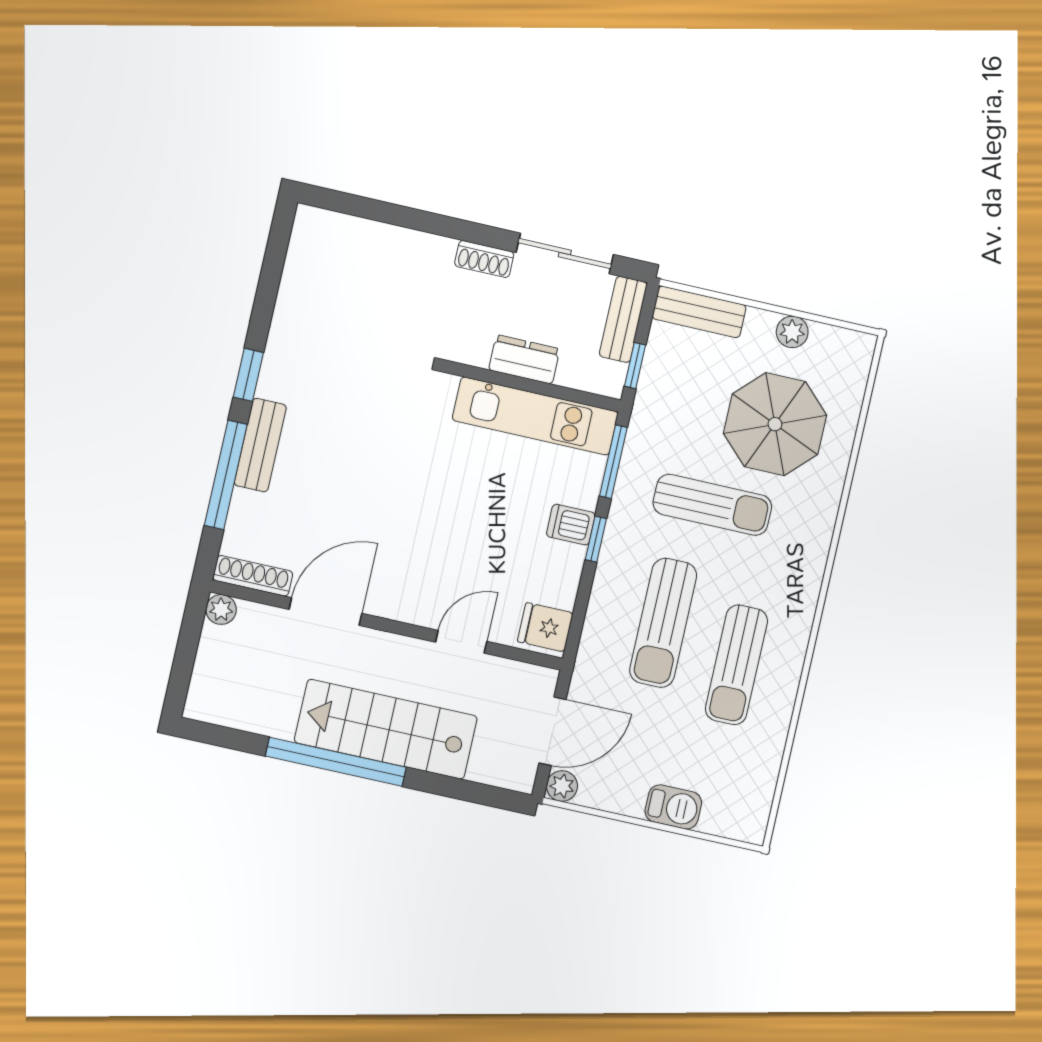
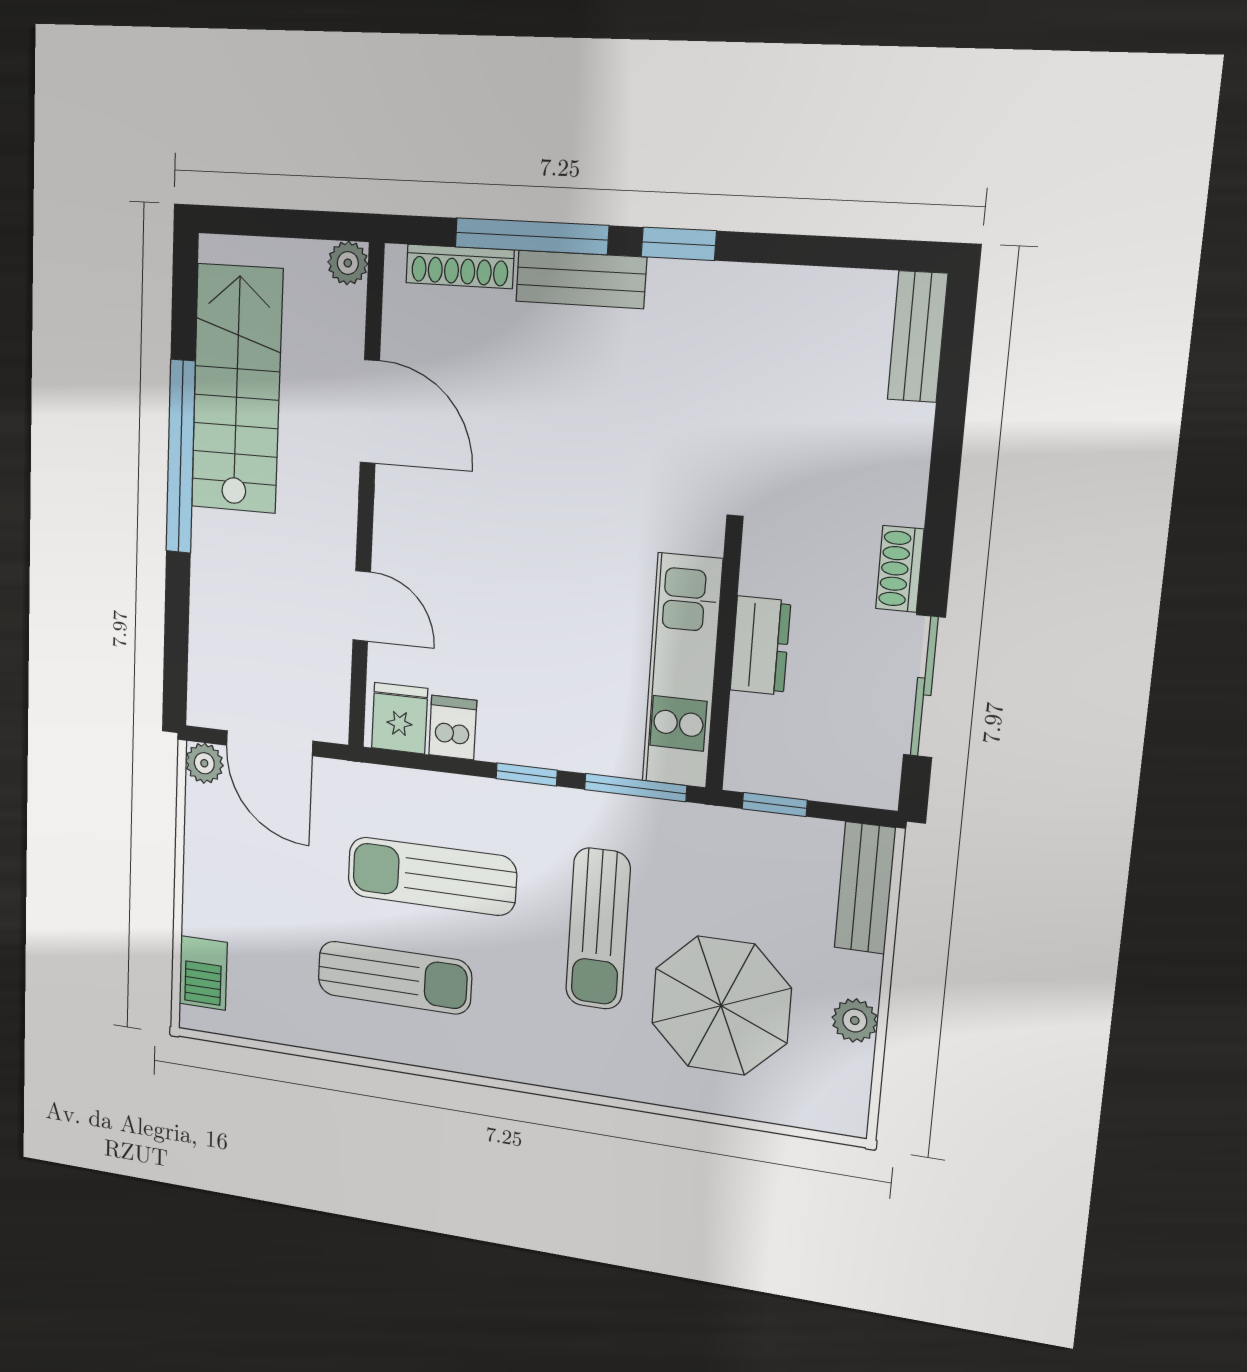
bench: (623, 319) -> (918, 337), moved, turned 90
dishwasher: (571, 525) -> (453, 728), moved
shoe rack: (253, 576) -> (460, 266), moved, turned 90
sun lounger: (736, 665) -> (394, 978), turned 180
stairs: (386, 729) -> (237, 389), moved
barbecue: (673, 807) -> (203, 973), moved

